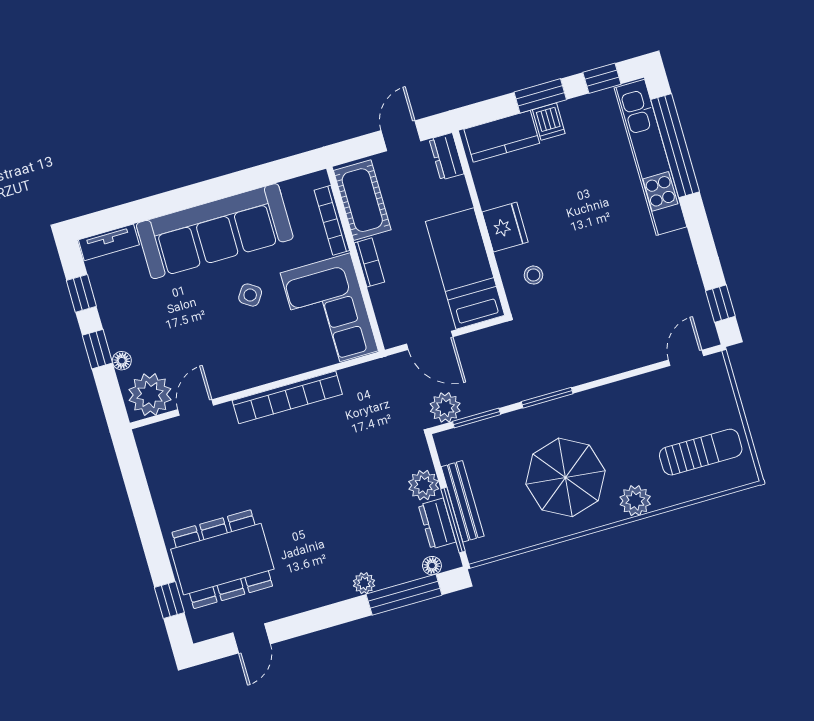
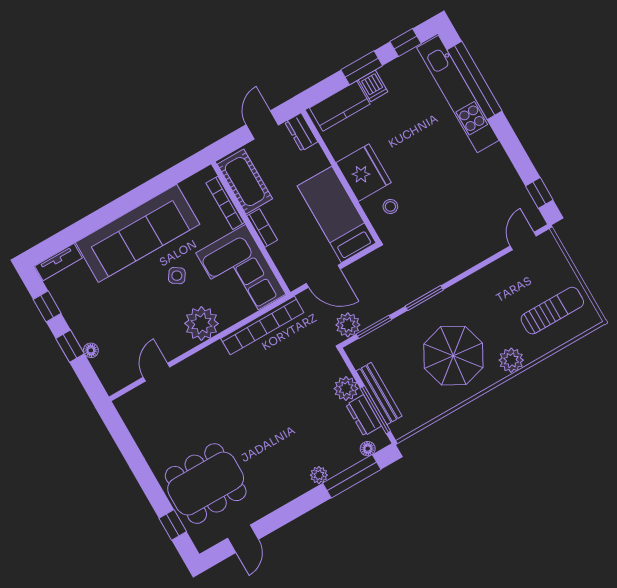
fridge: (505, 227) -> (364, 173), width x1.36, depth x1.34
plant: (150, 395) -> (201, 324), moved
bookcase: (287, 397) -> (262, 325), moved

